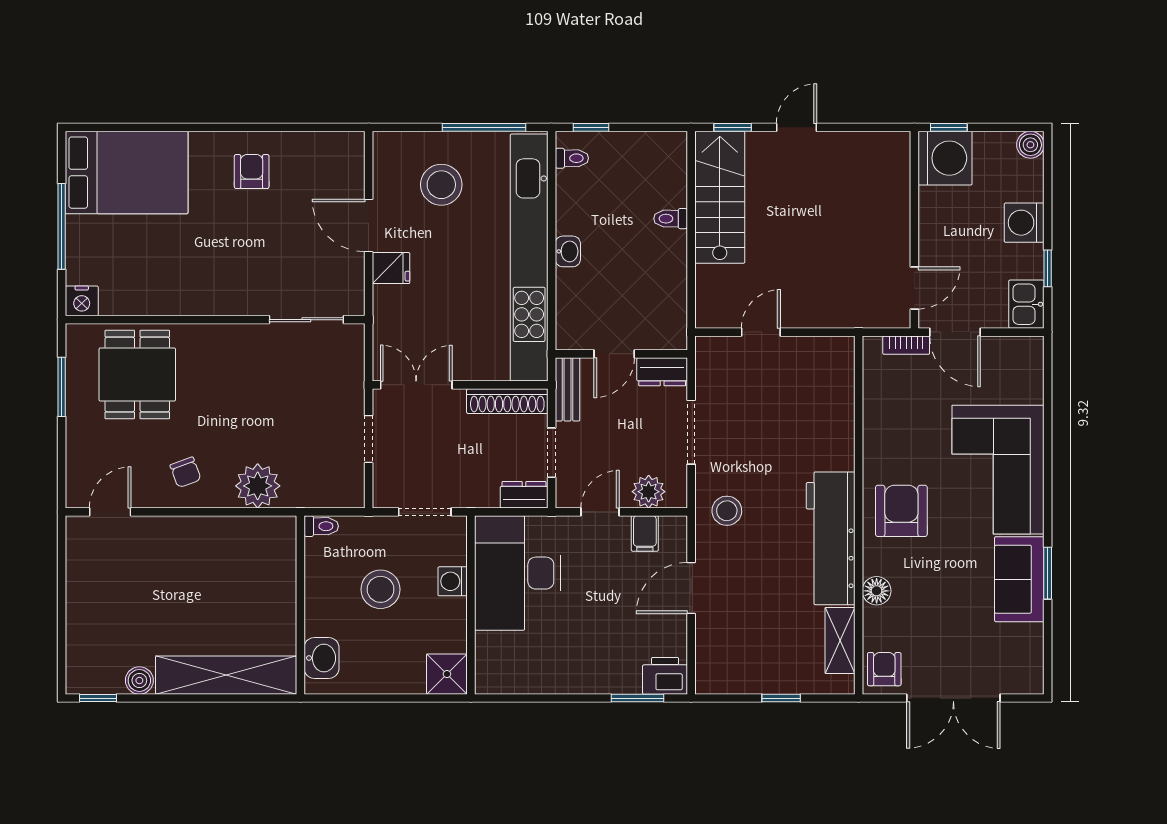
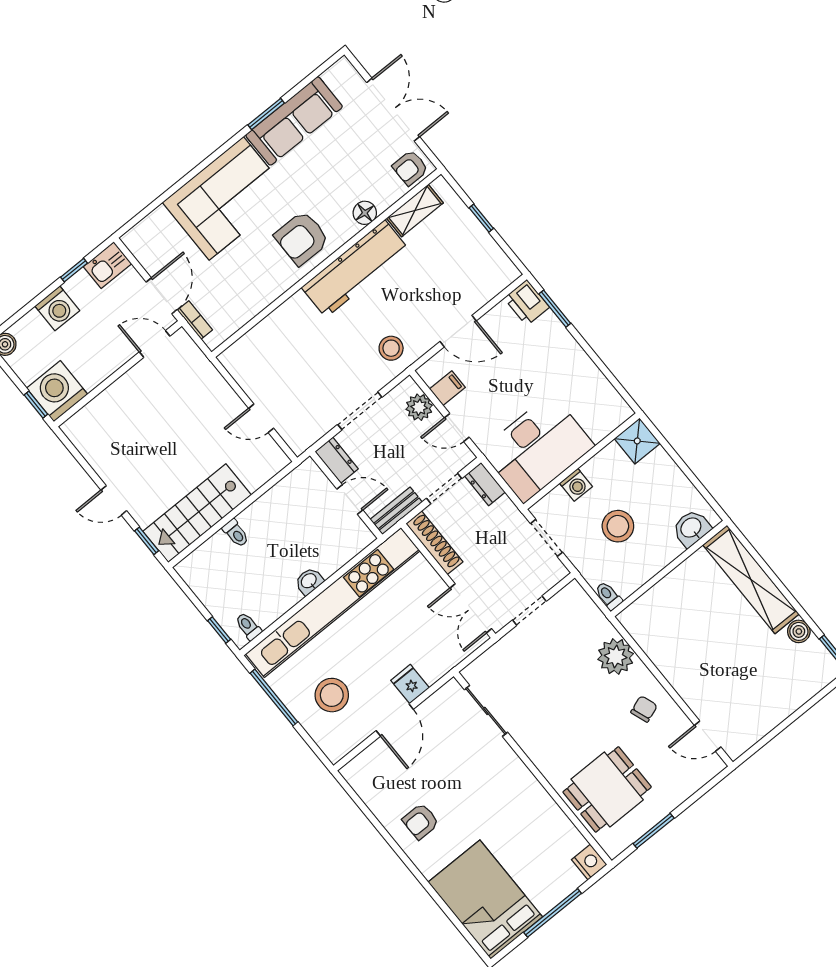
sofa: (1019, 579) -> (294, 121), width x1.36

